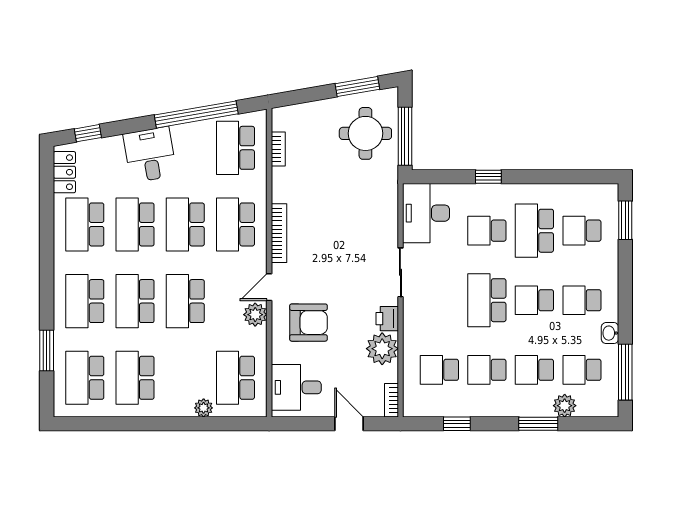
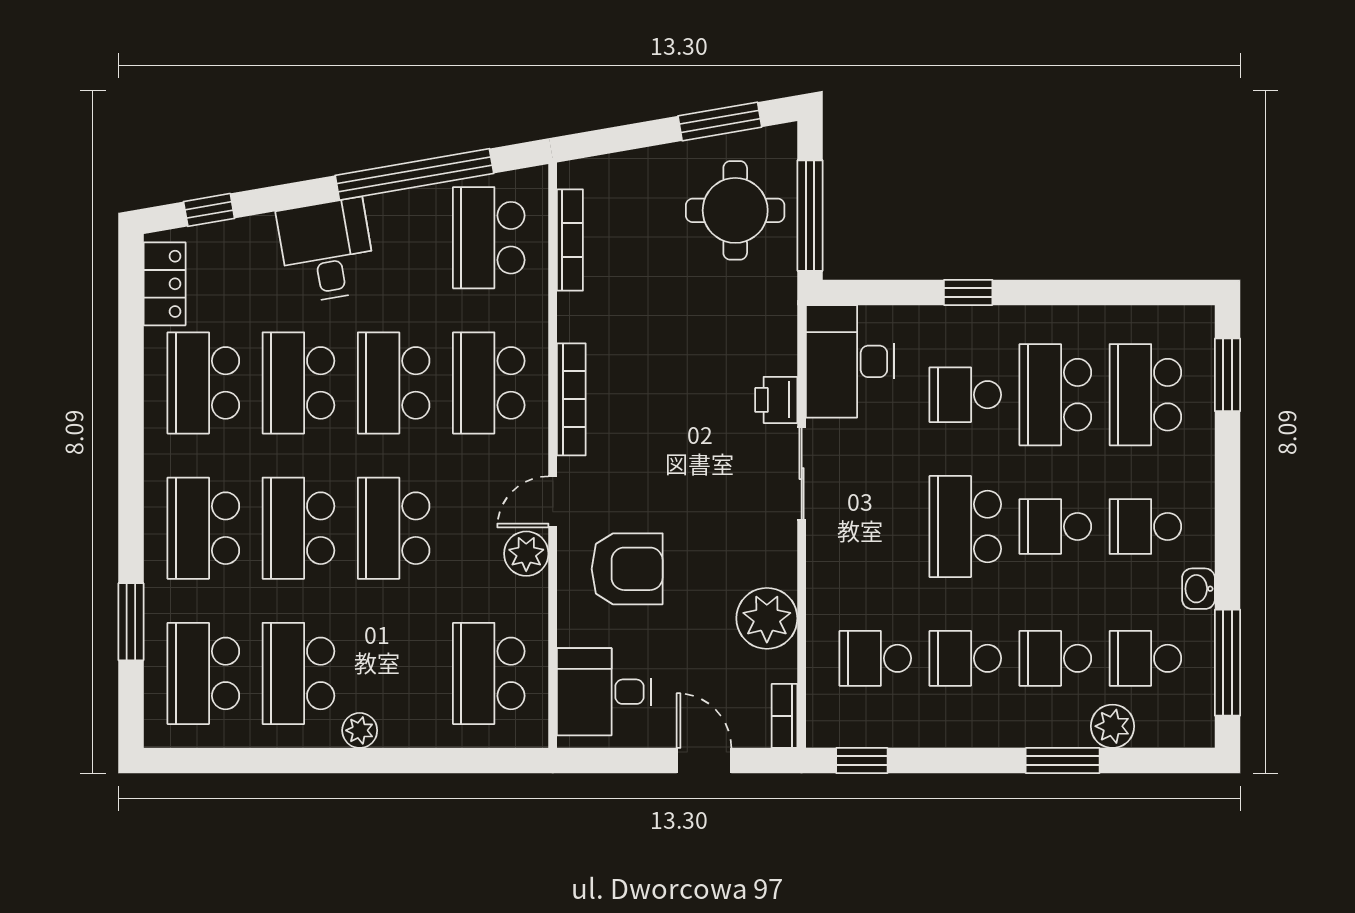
bookcase: (278, 149) -> (570, 240), width x1.56
school desk: (582, 231) -> (1145, 395), width x1.85
printer: (387, 319) -> (776, 400), moved
plant: (204, 408) -> (360, 730), moved
window: (457, 424) -> (862, 761), moved

